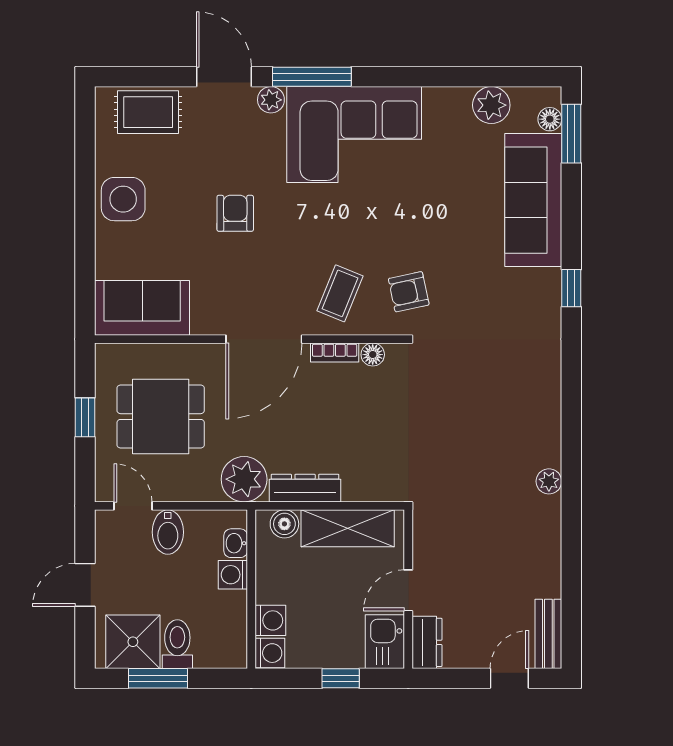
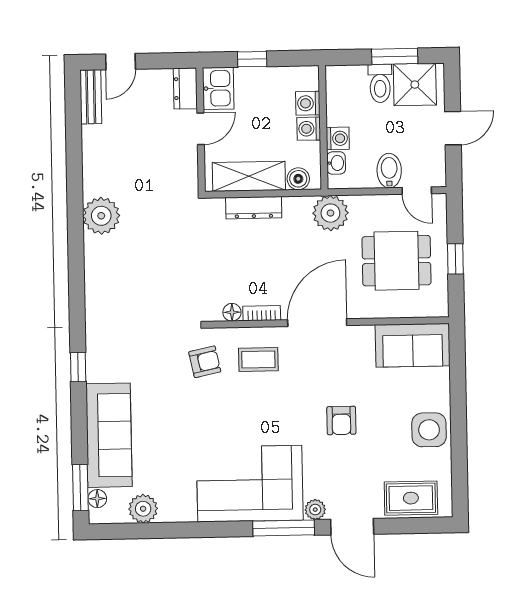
coffee table: (340, 293) -> (258, 360), turned 68
plant: (549, 481) -> (101, 216), width x1.88, depth x1.88
dresser: (305, 488) -> (254, 208), moved
washing machine: (270, 653) -> (309, 129), moved

